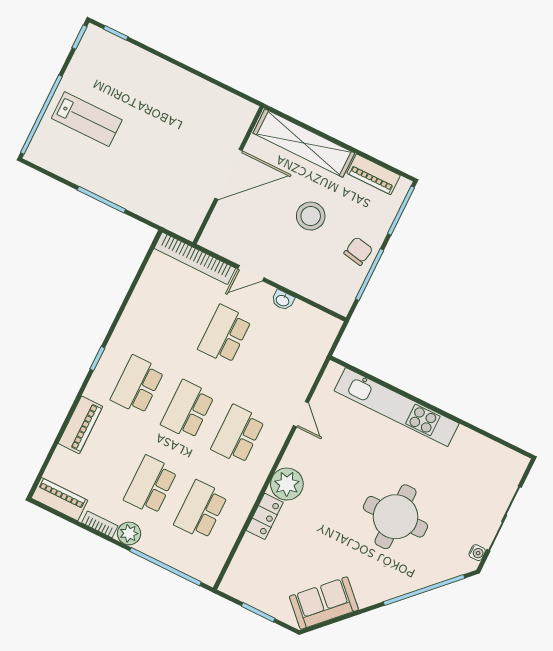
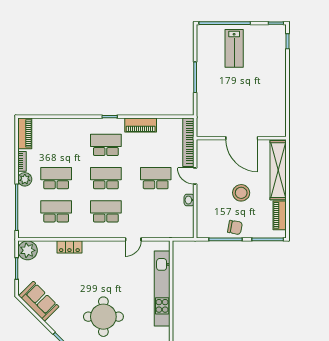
piano: (80, 425) -> (141, 125), moved
plant: (287, 484) -> (28, 250), moved

